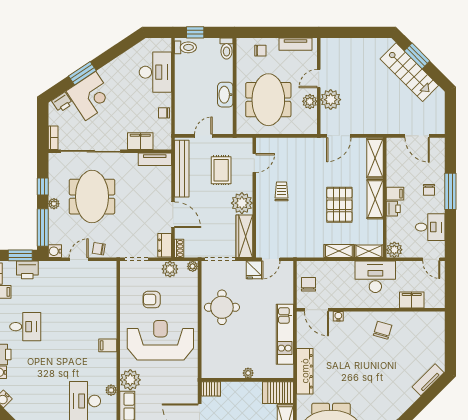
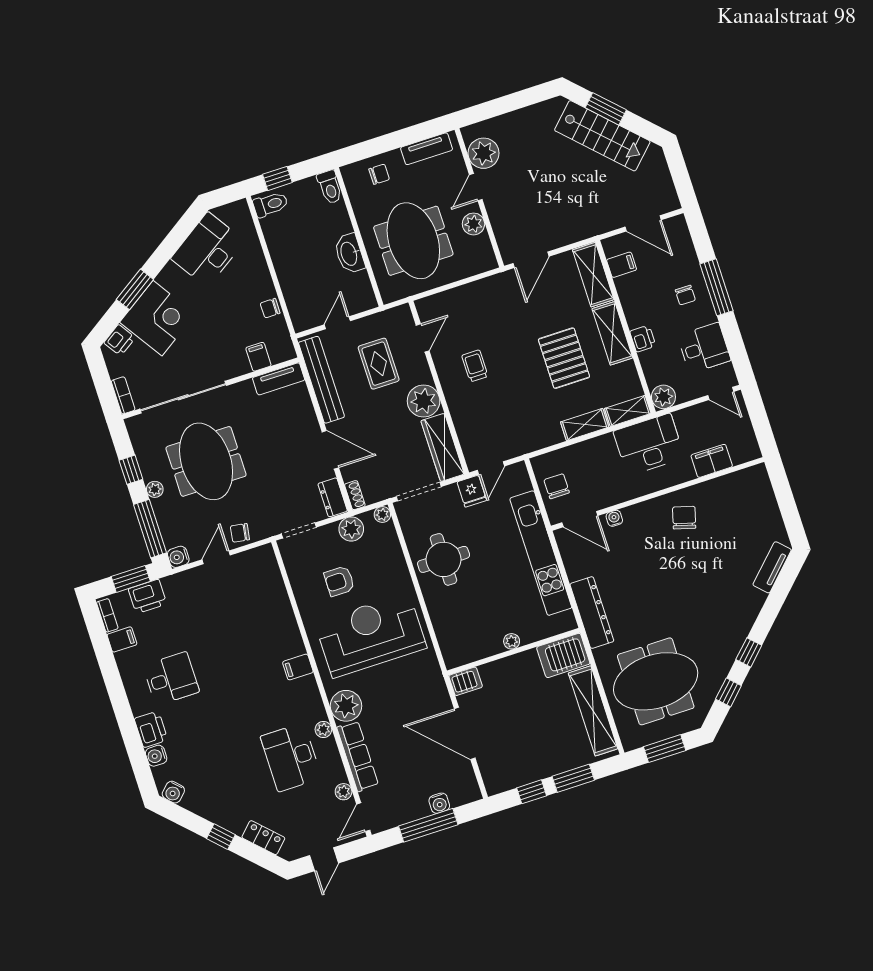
desk: (155, 72) -> (208, 250), moved, turned -124
plant: (331, 100) -> (484, 153), moved
filing cabinet: (140, 141) -> (258, 357), width x0.50
filing cabinet: (395, 194) -> (622, 265), moved
kitchen unit: (285, 334) -> (541, 553), width x1.36

